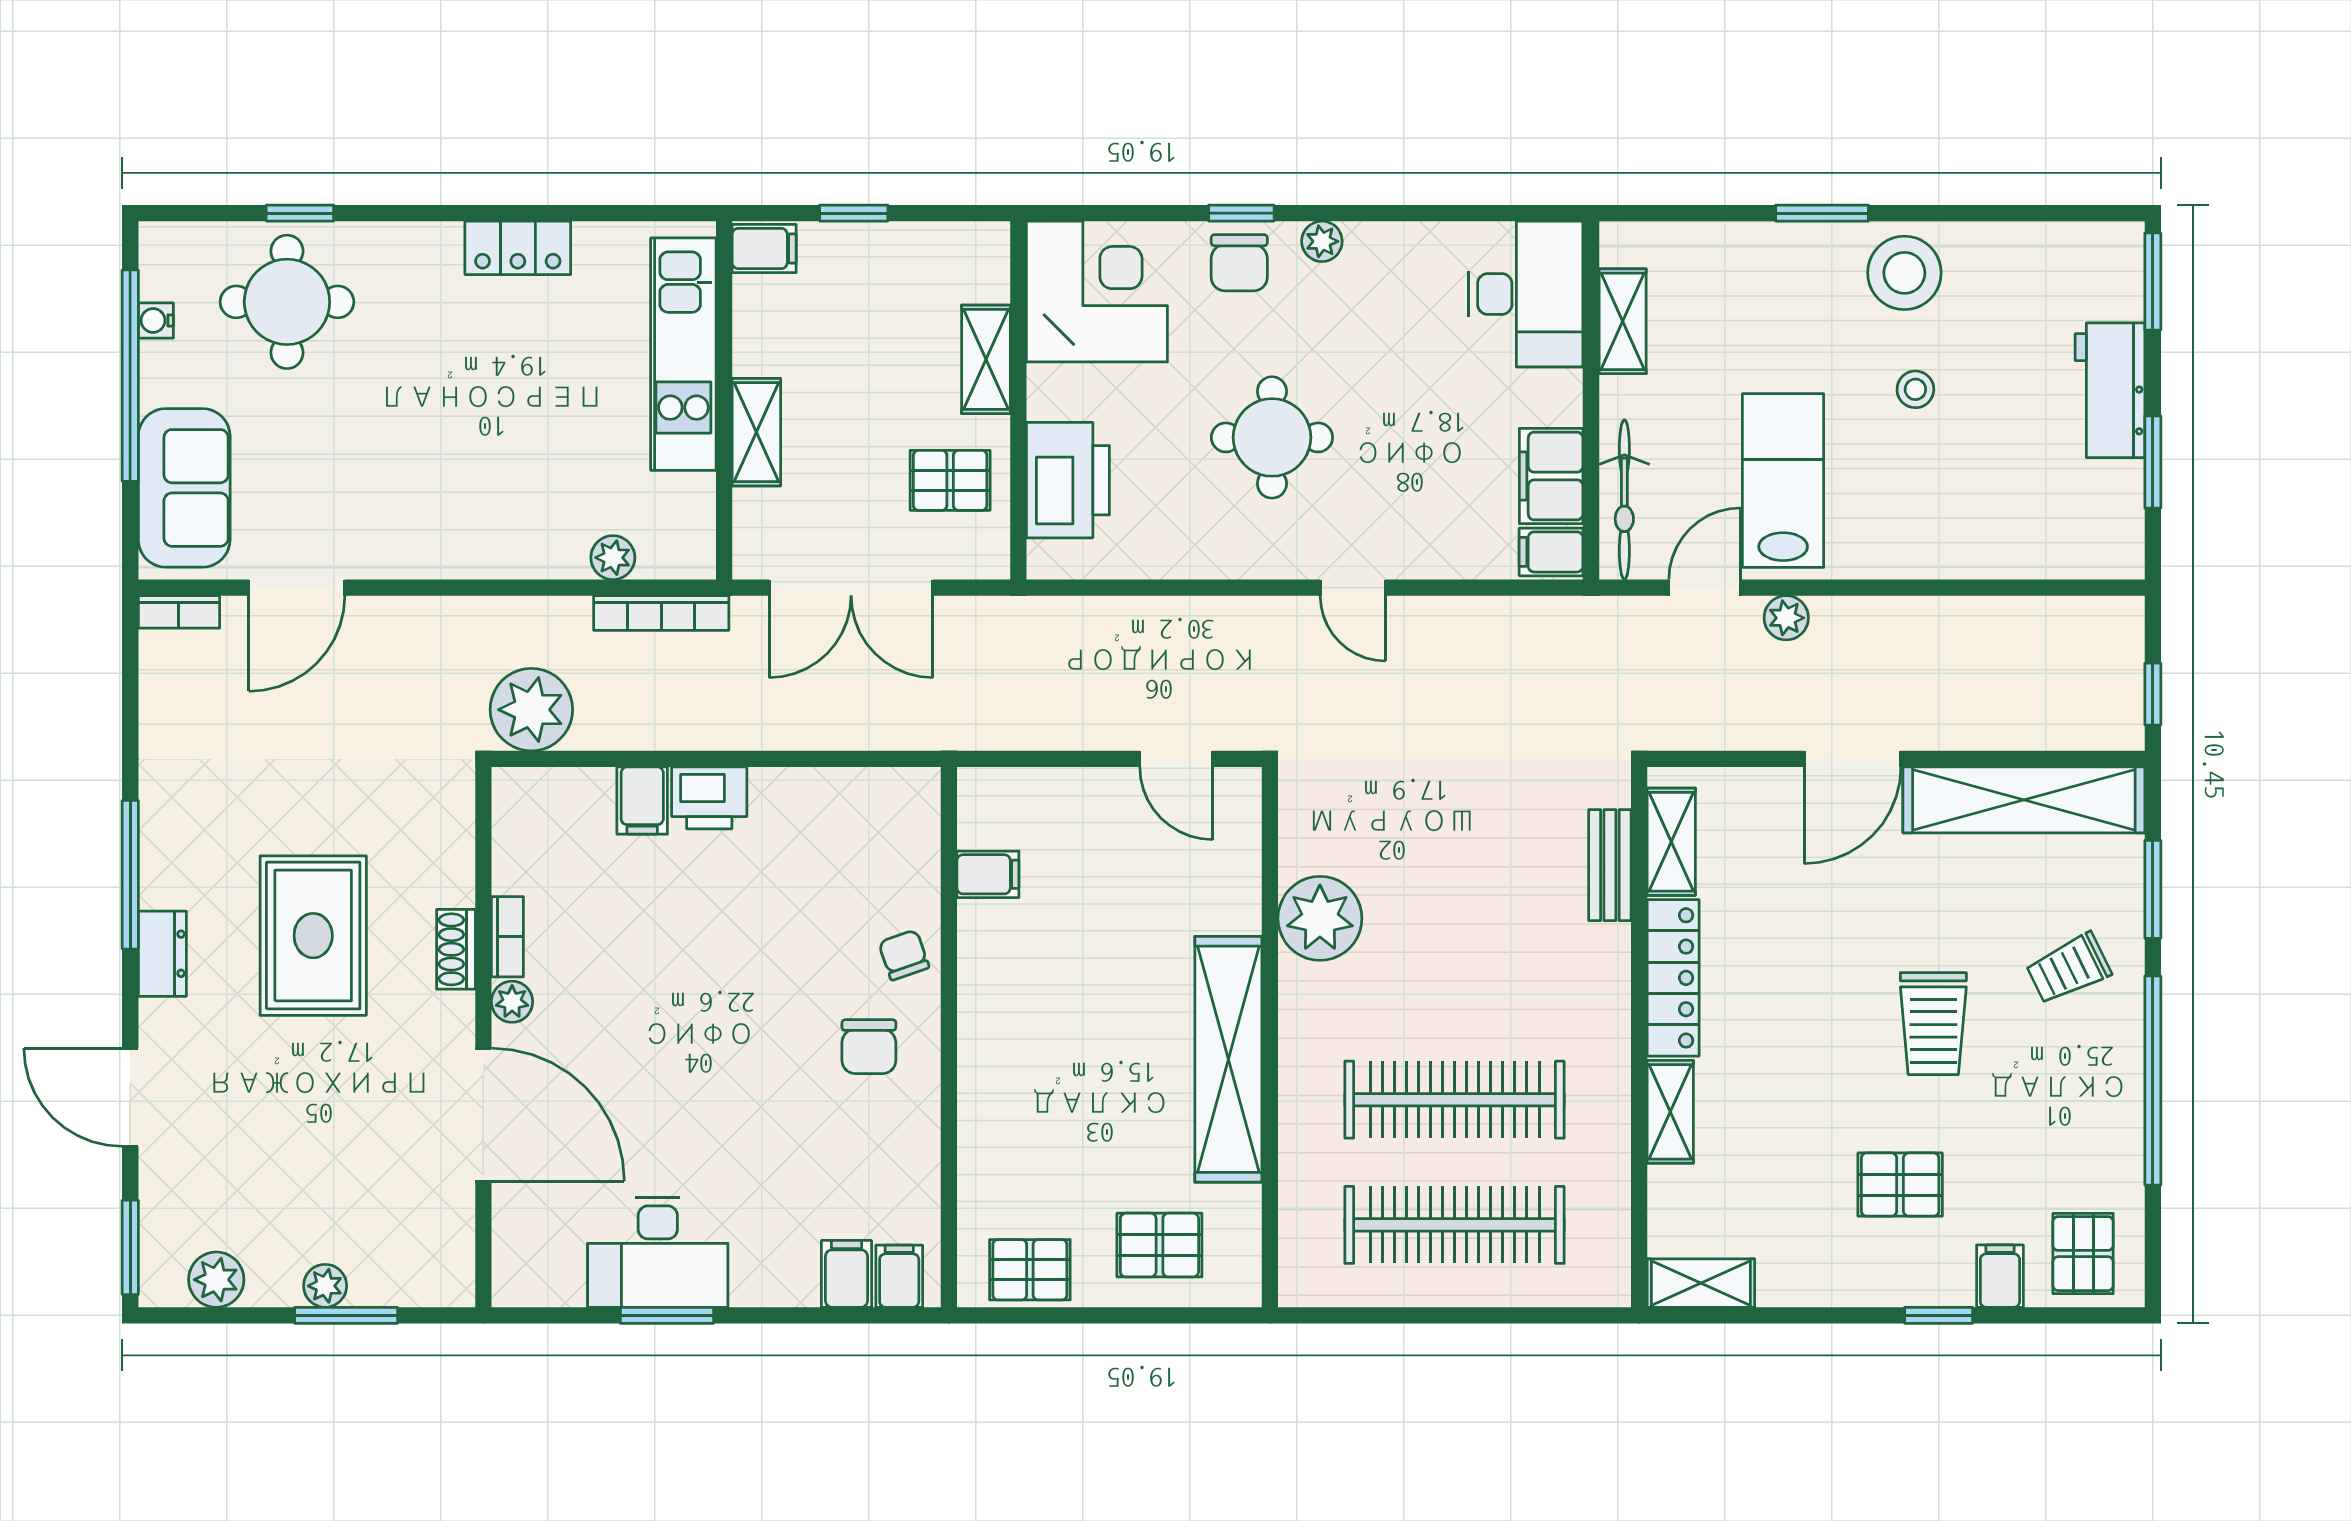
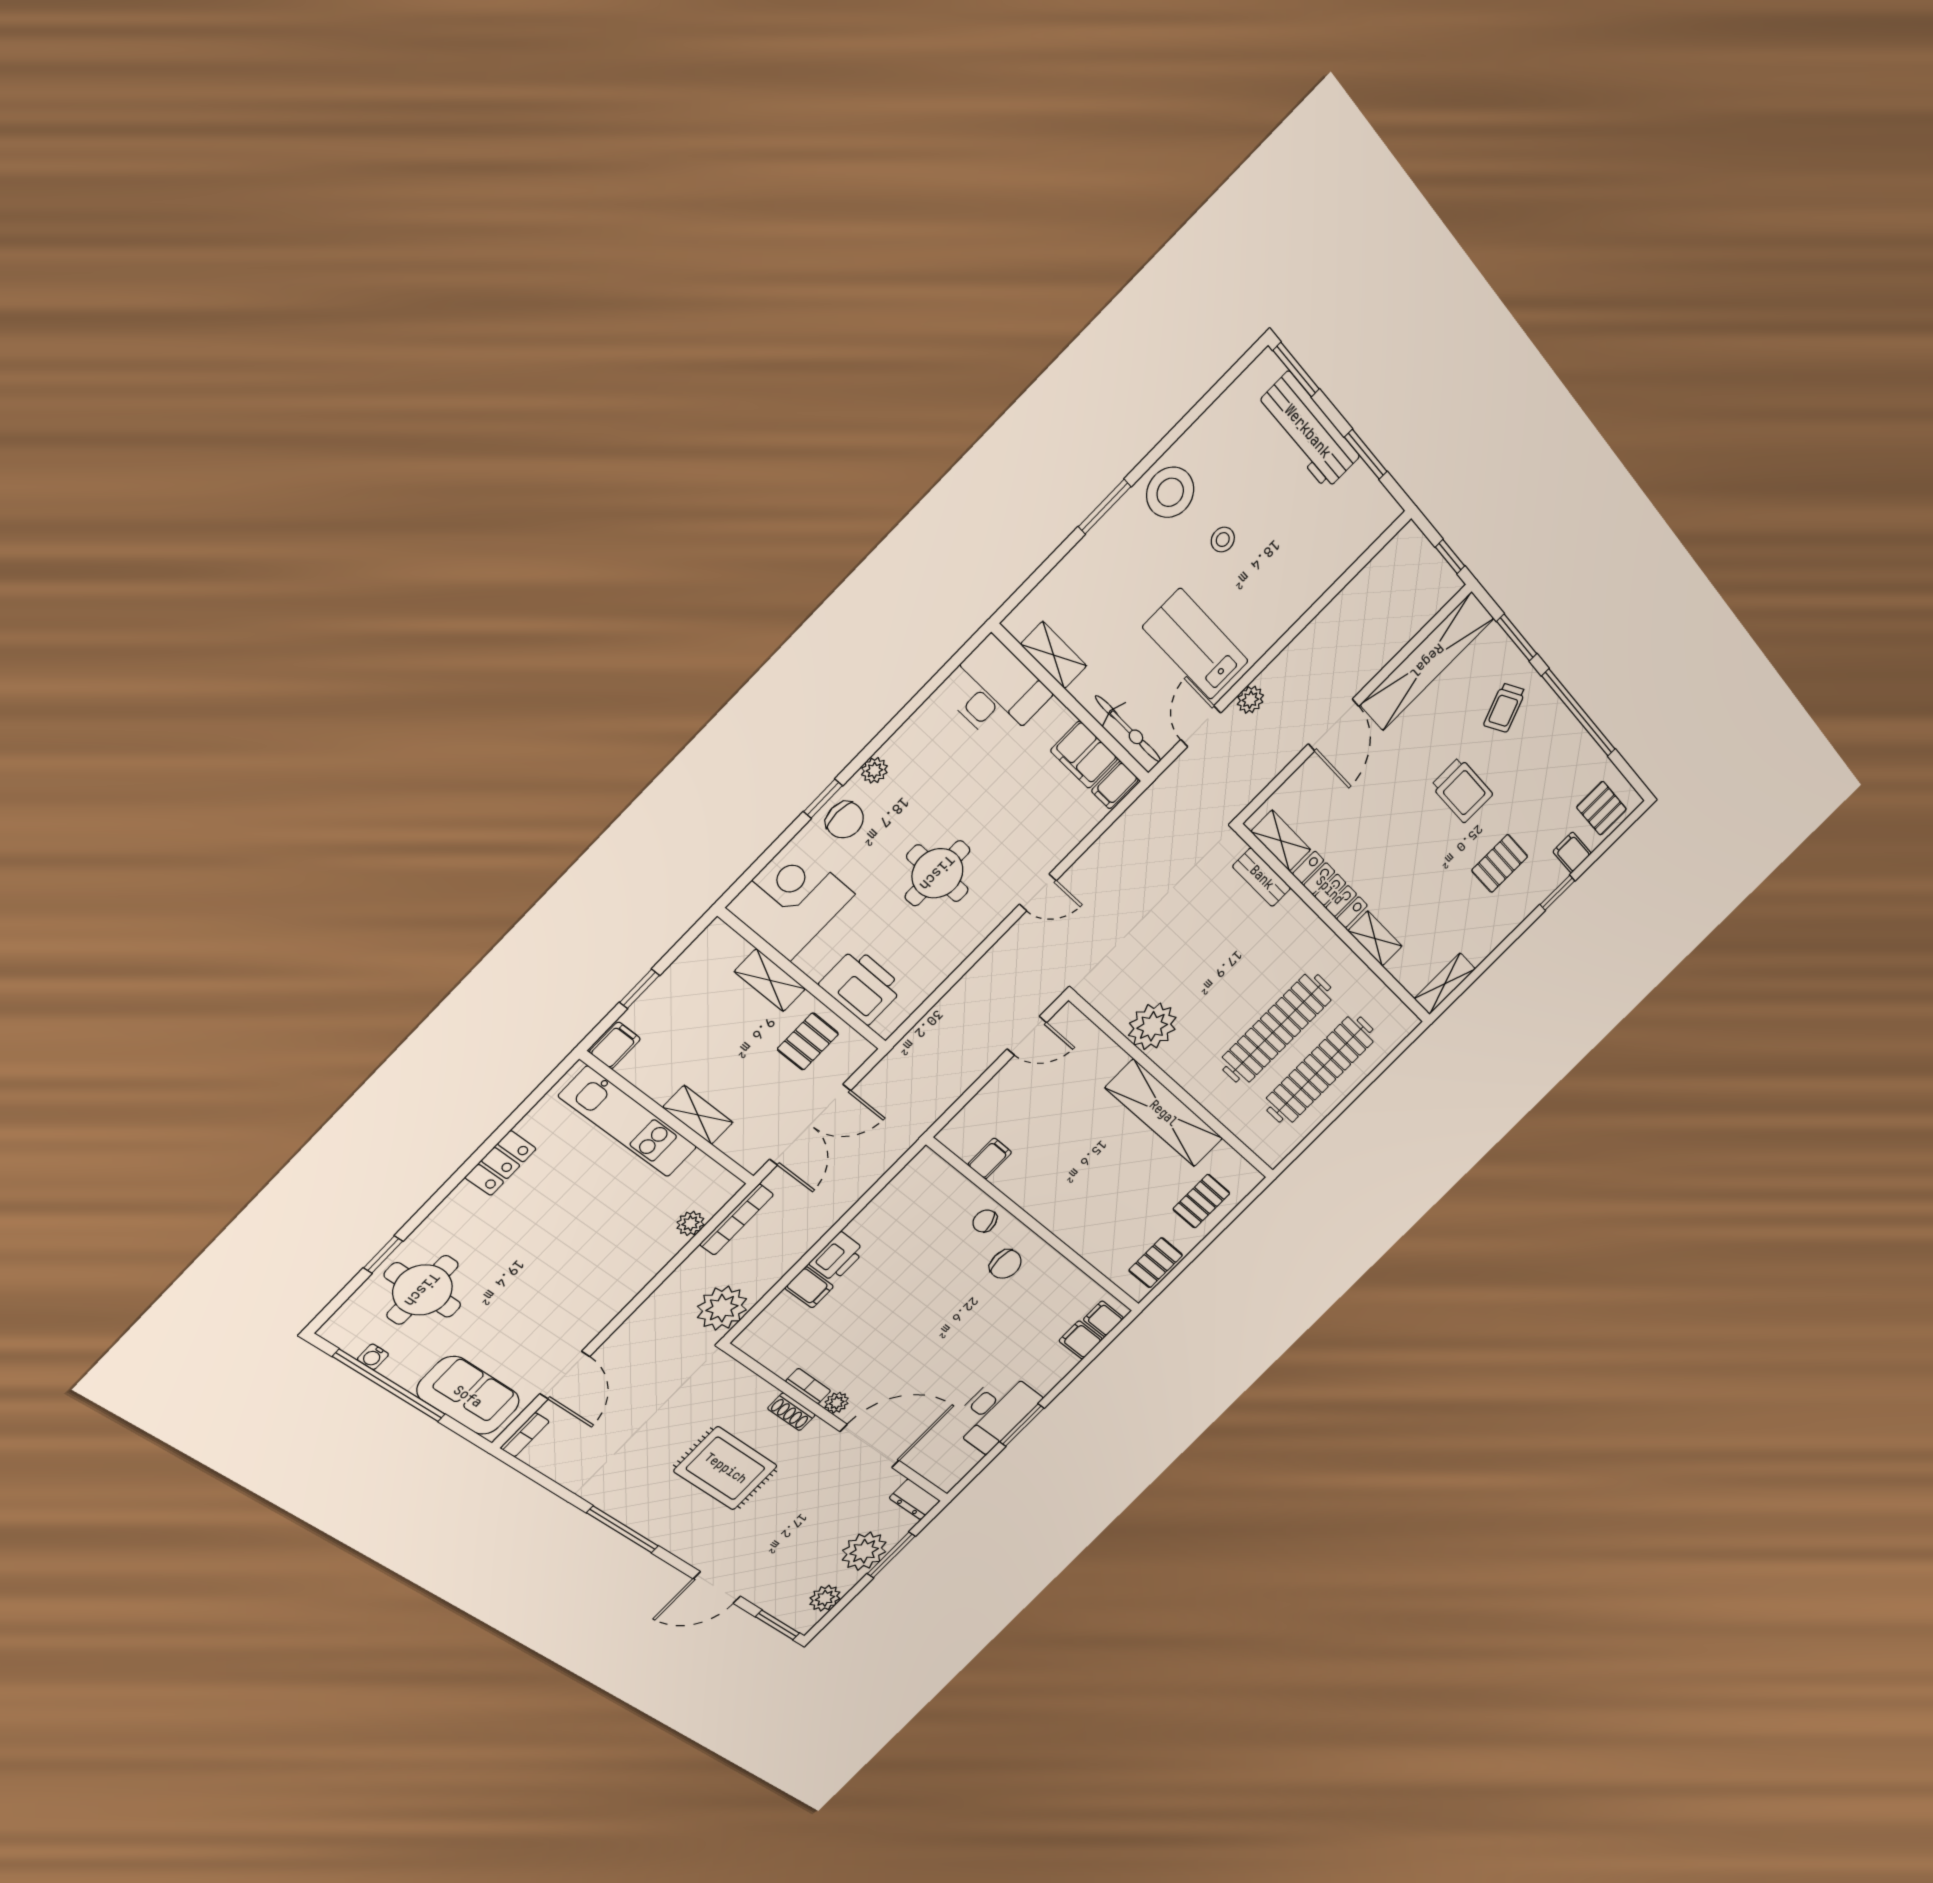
workbench: (2110, 390) -> (1308, 431), width x1.37
dresser: (162, 954) -> (915, 1499), moved, turned 180
plant: (325, 1286) -> (864, 1551), width x1.88, depth x1.88

